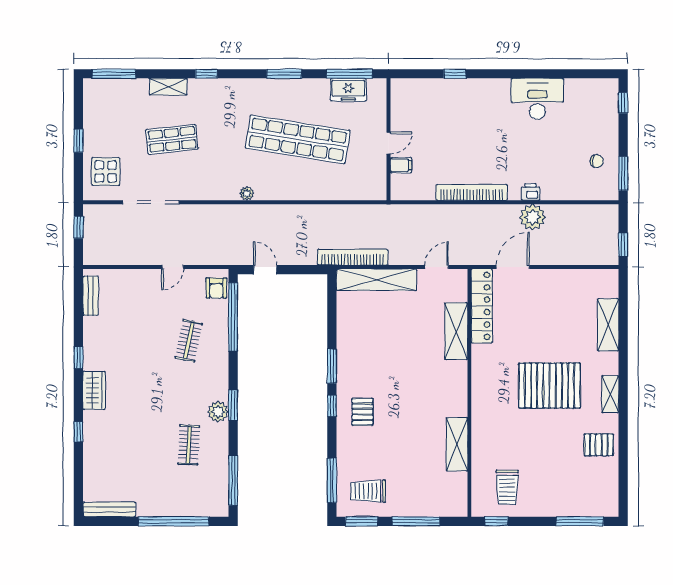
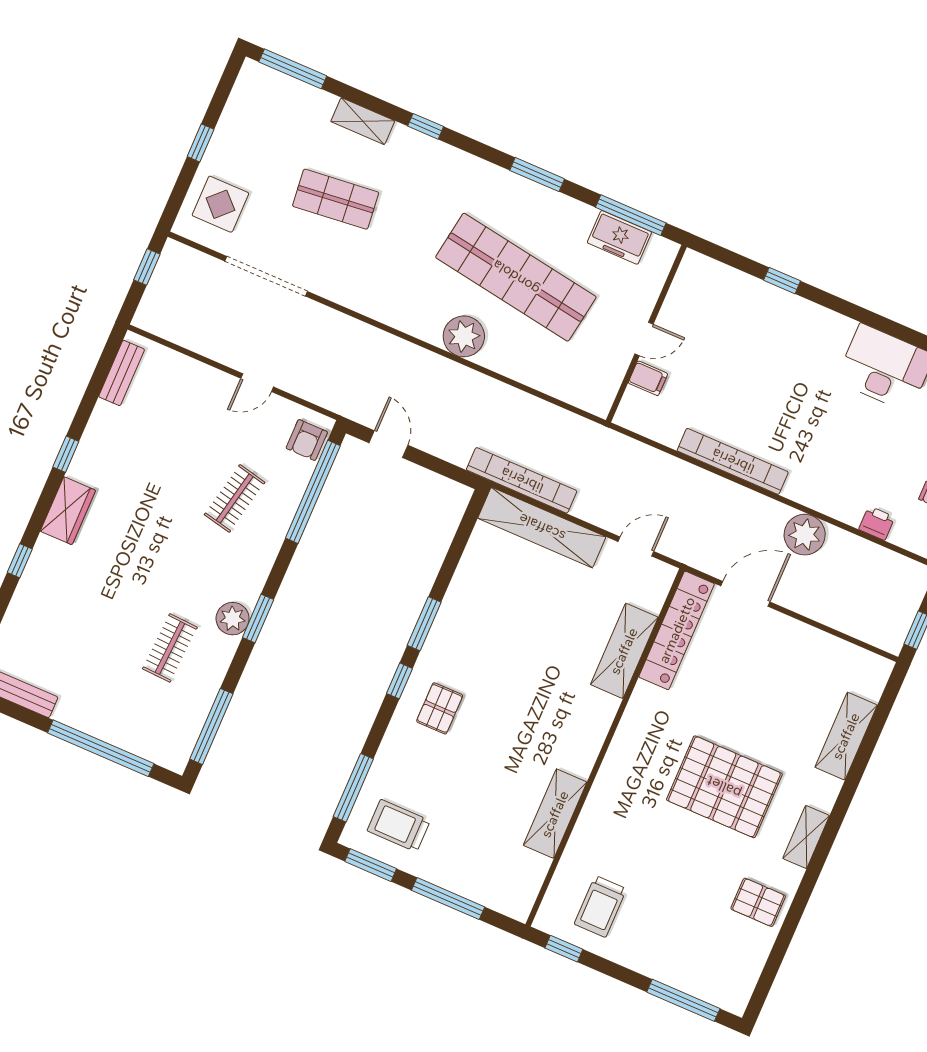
printer: (531, 192) -> (877, 523), moved
plant: (247, 193) -> (464, 336), moved, width x1.87, depth x1.87

